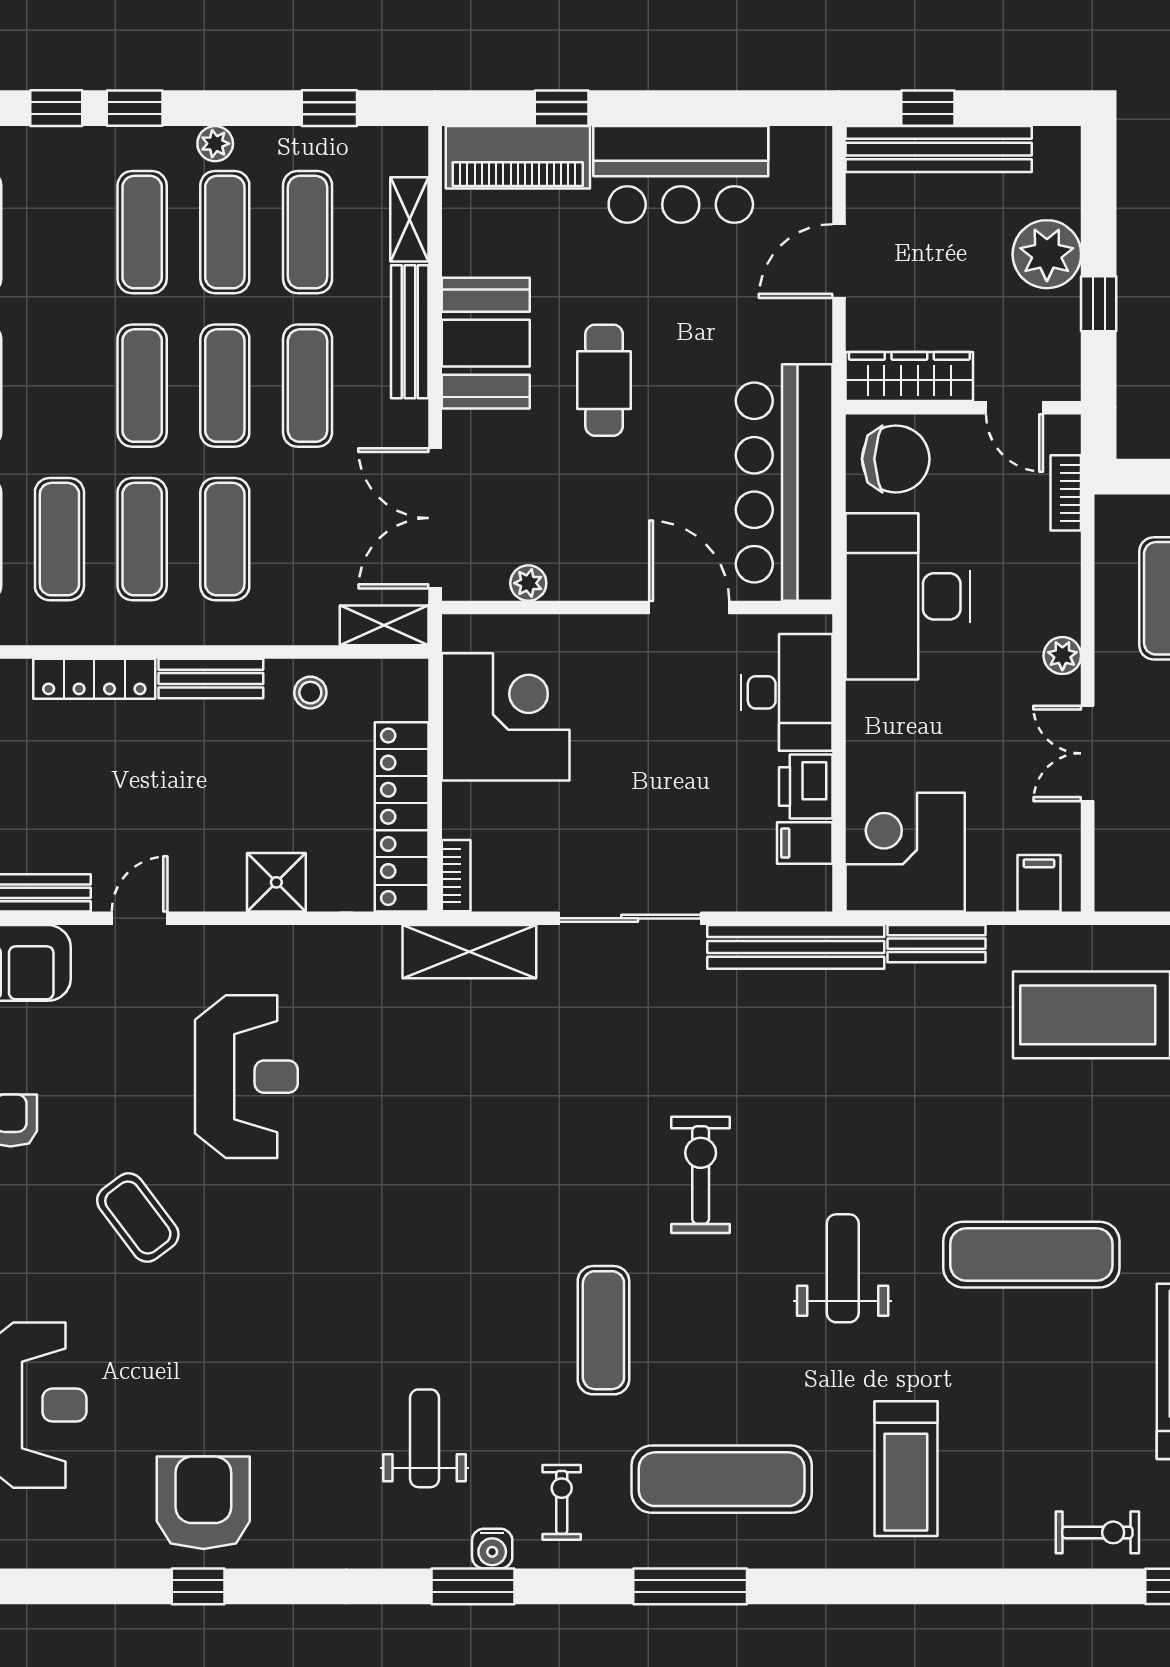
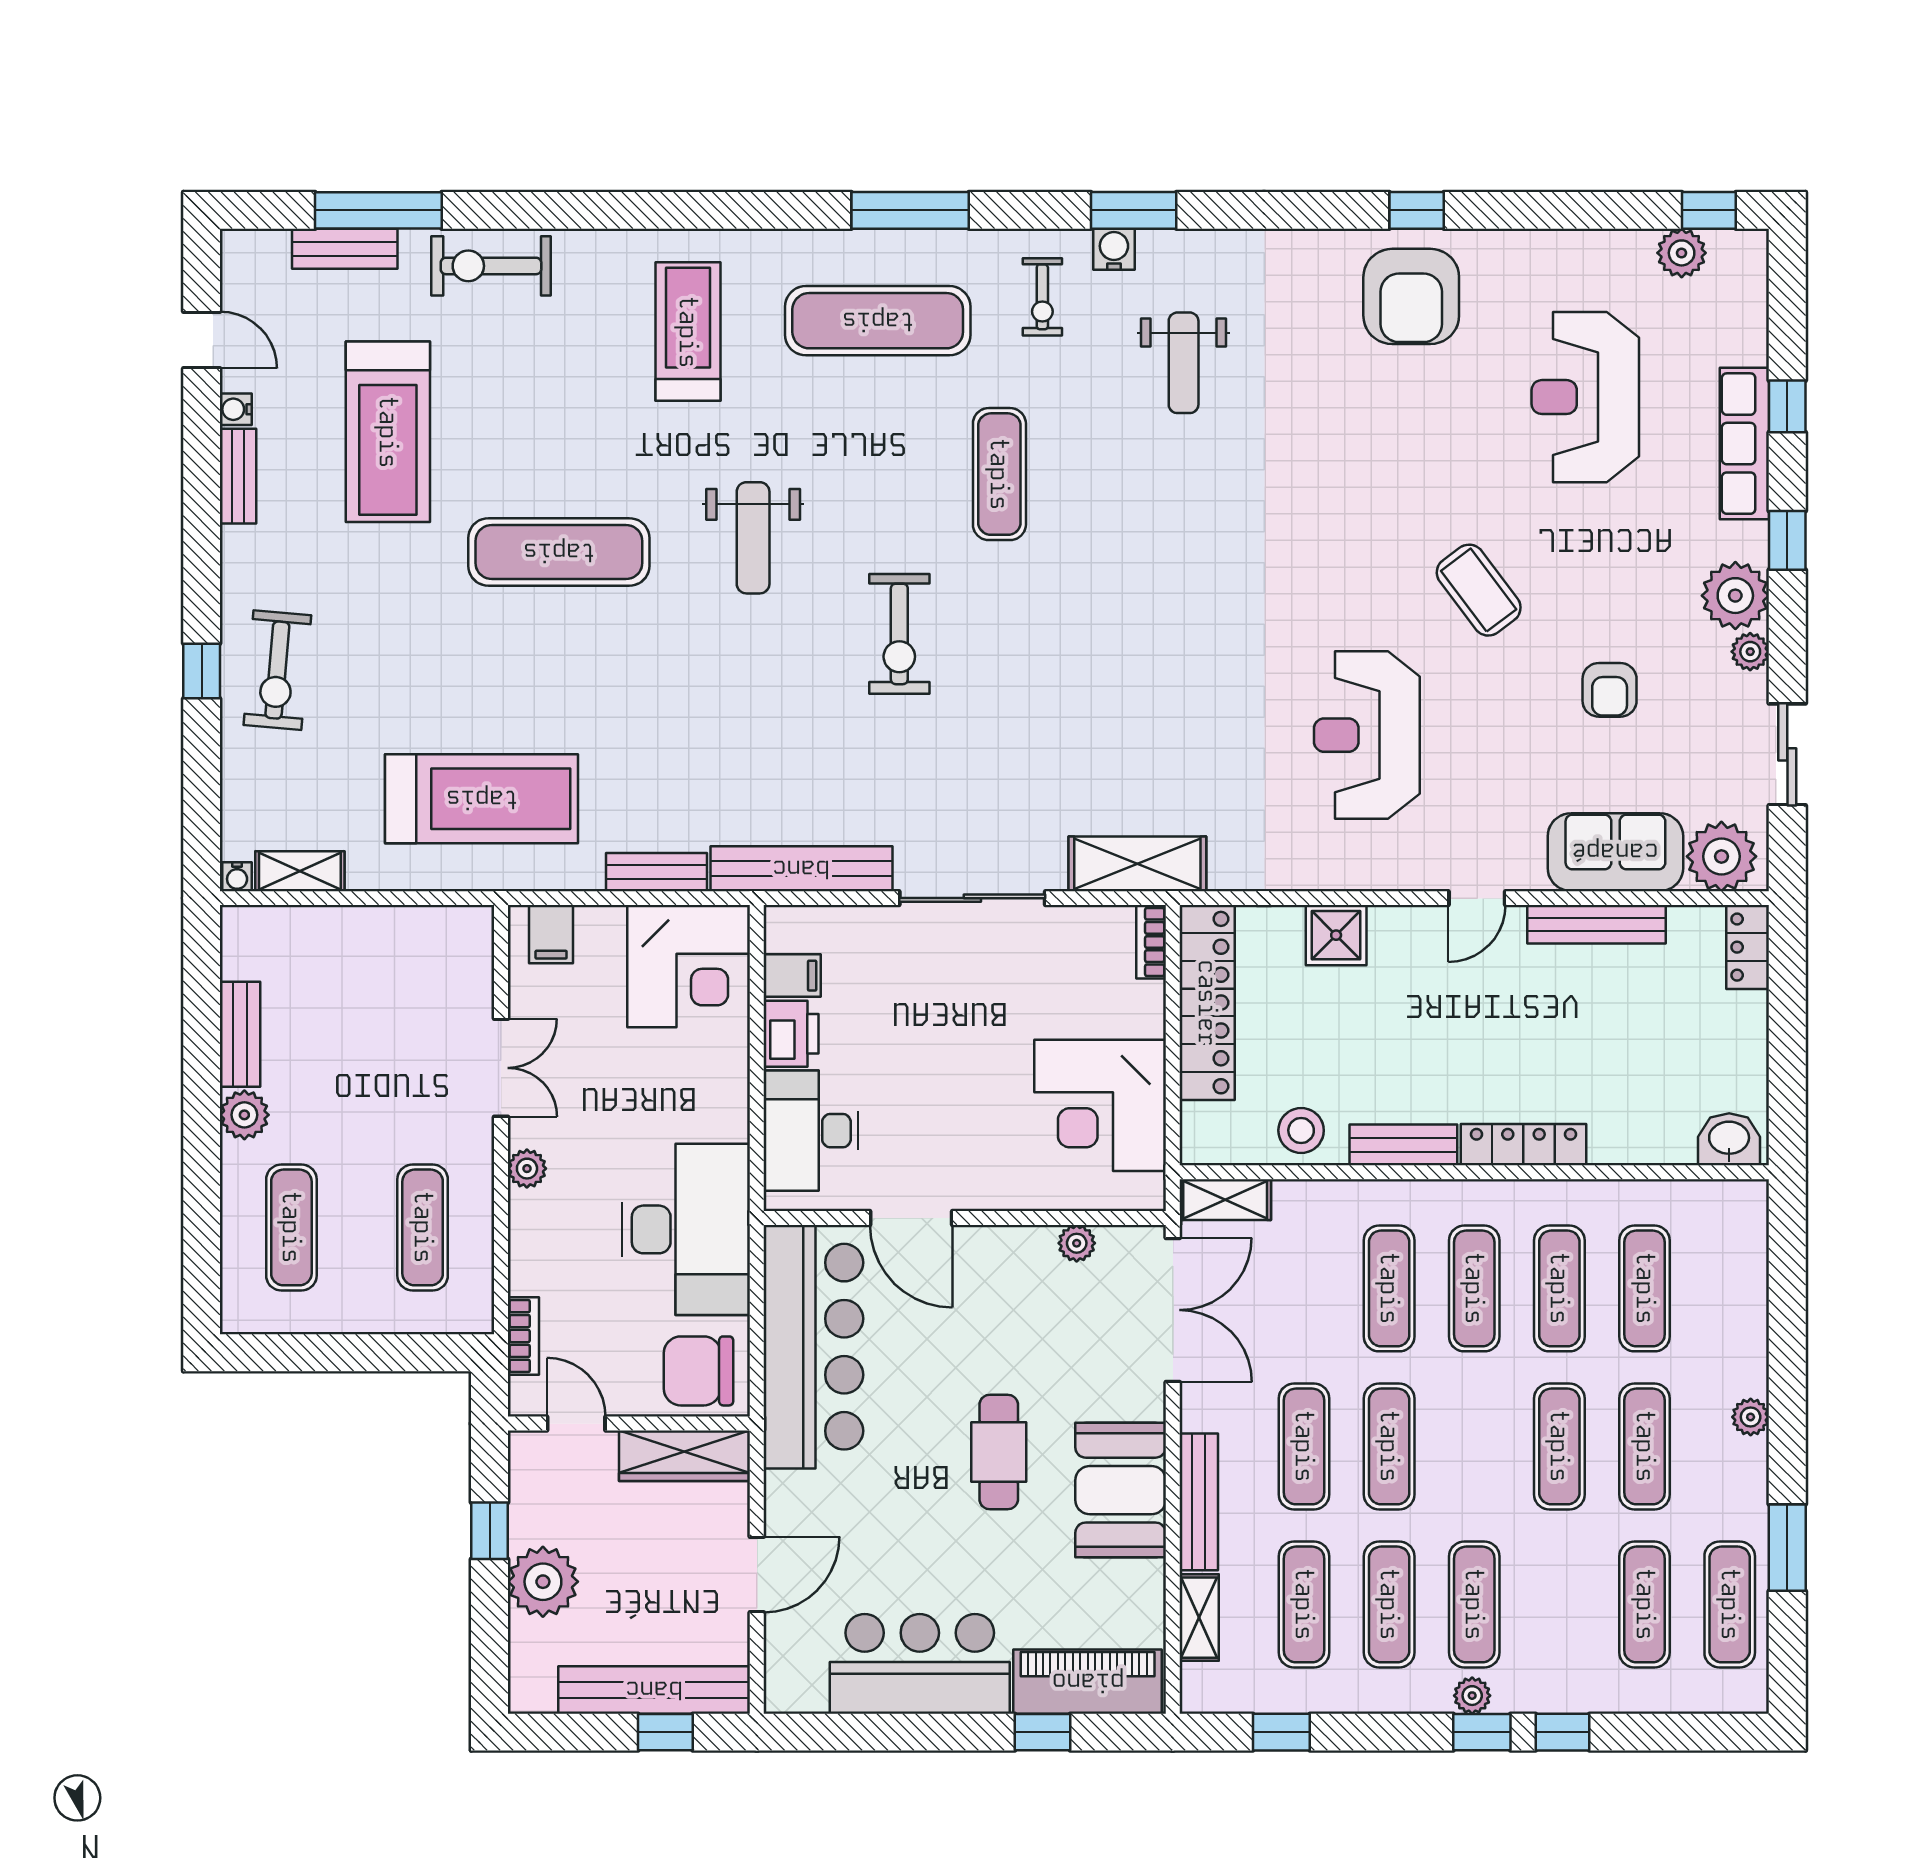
plant: (215, 144) -> (1472, 1696), moved
exercise mat: (142, 386) -> (1559, 1446), moved
stool: (310, 693) -> (1301, 1130), width x1.37, depth x1.37
exercise bike: (1097, 1532) -> (491, 266), width x1.38, depth x1.39

